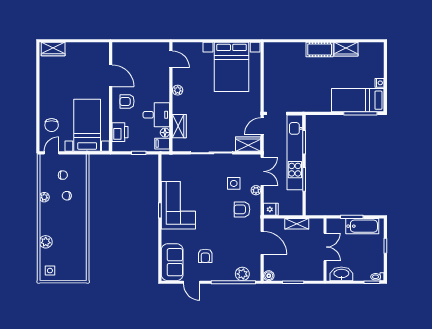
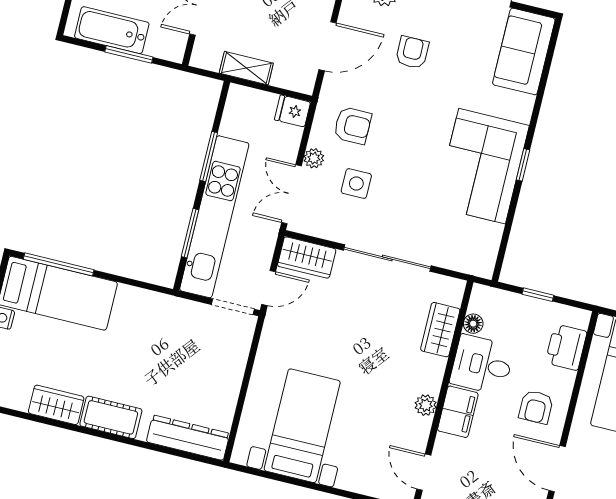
dresser: (282, 49) -> (188, 438), added
bed with nightstands: (232, 67) -> (302, 426), width x0.73
armchair: (127, 101) -> (536, 407), turned 90
filing cabinet: (162, 144) -> (458, 412), moved, width x2.00
door: (262, 243) -> (328, 46), swing flipped
armchair: (205, 256) -> (412, 52), moved

